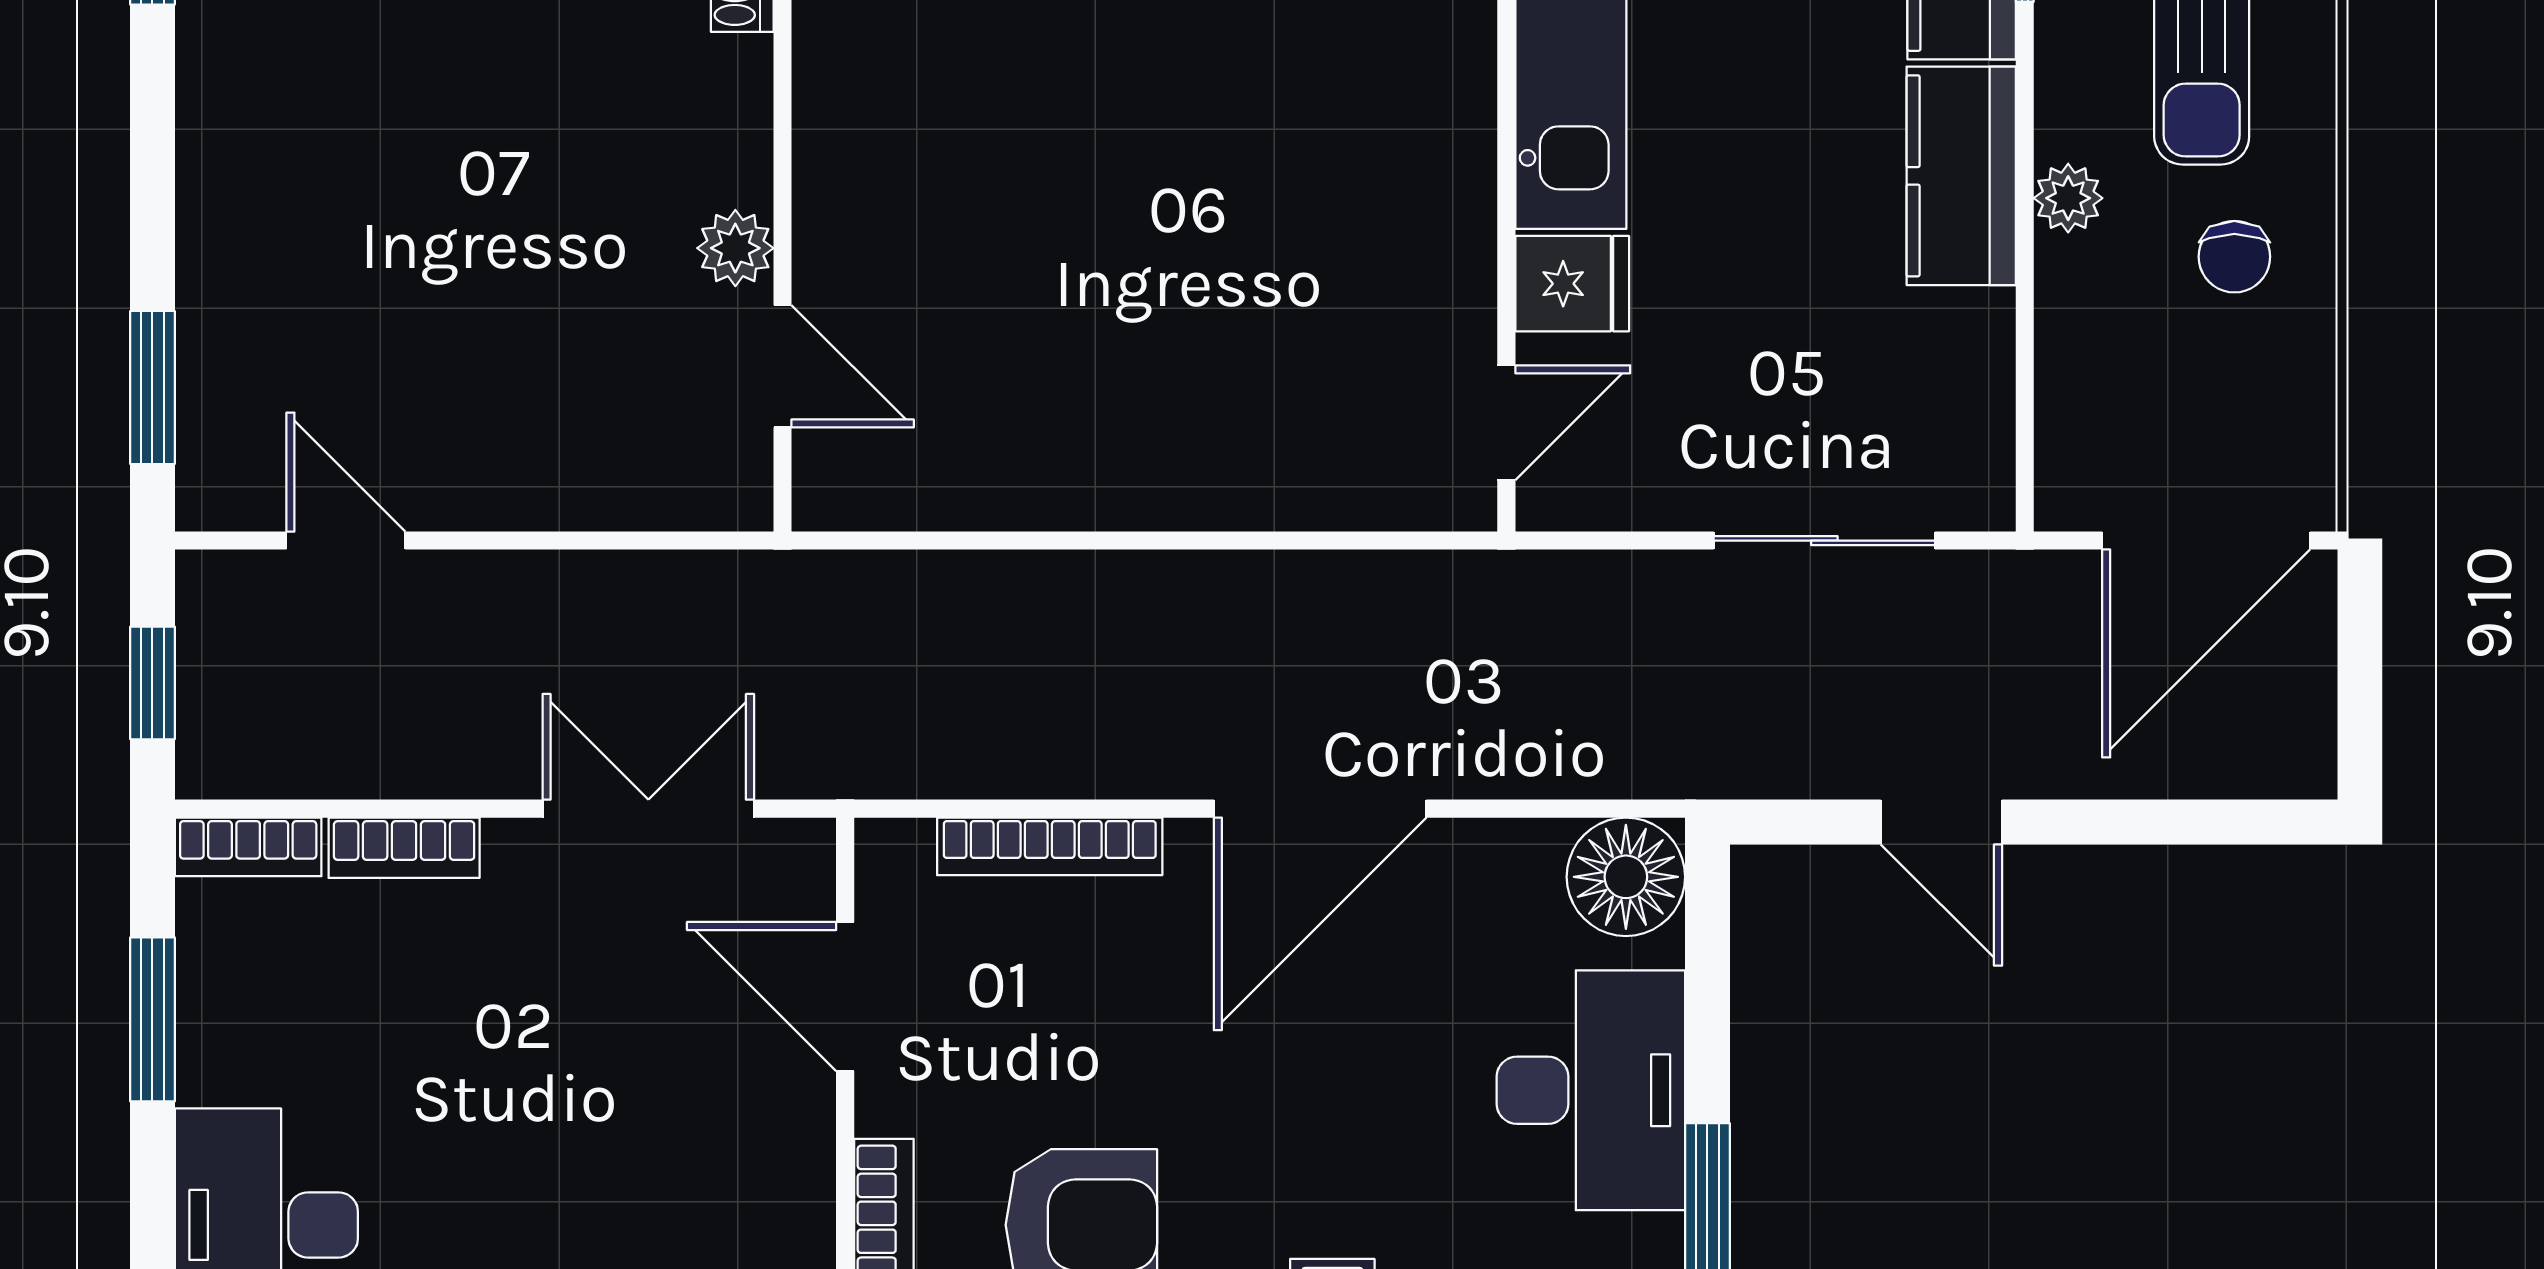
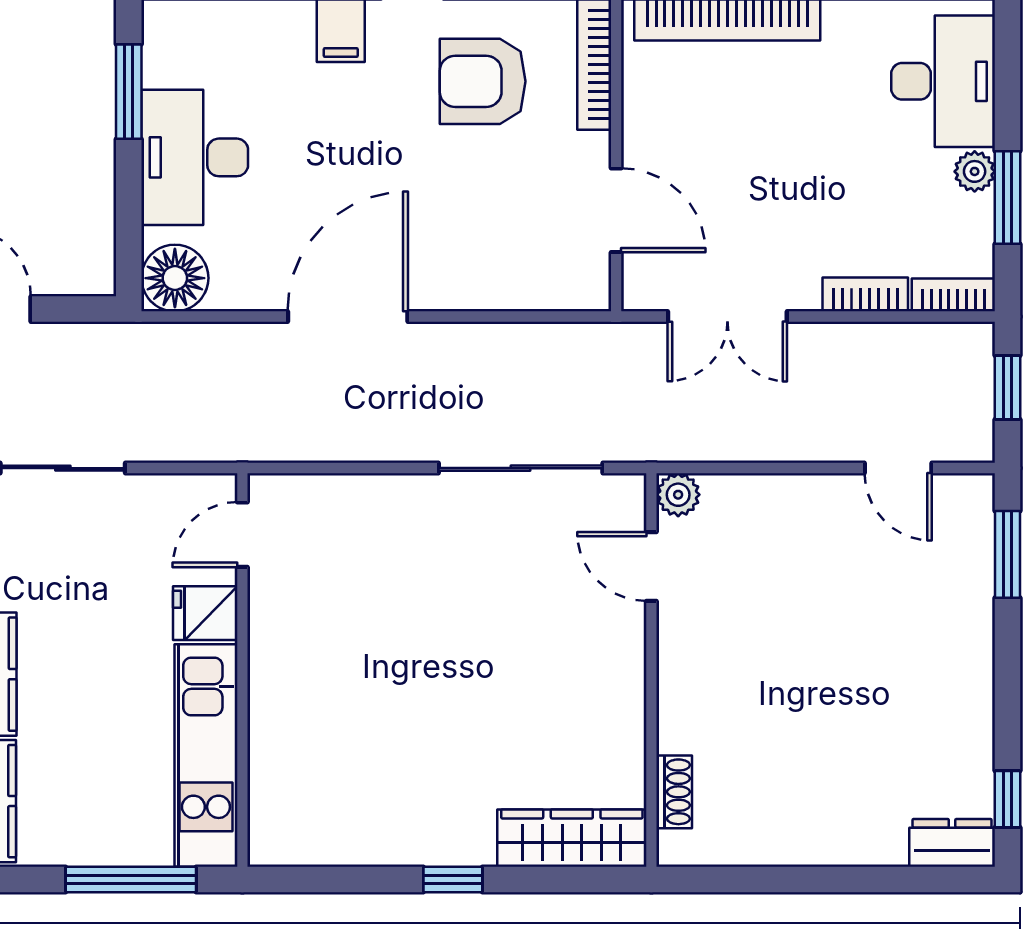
plant: (735, 248) -> (678, 495), moved
sliding door: (1014, 541) -> (521, 468), added
bookcase: (1050, 846) -> (500, 295), removed
plant: (211, 1065) -> (975, 171), added

